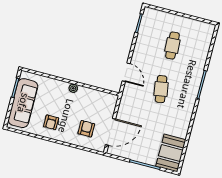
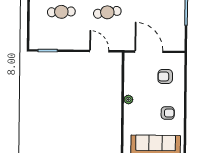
door: (126, 72) -> (99, 51), hinge flipped
door: (111, 132) -> (149, 52), moved

